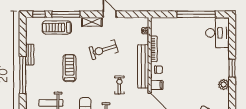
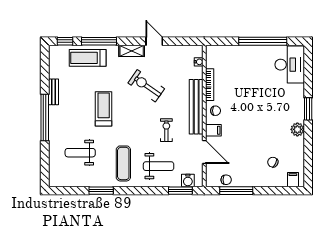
exercise bike: (103, 50) -> (146, 86), turned 52

